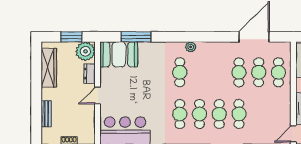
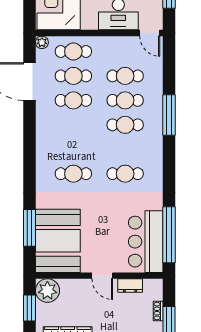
plant: (191, 47) -> (42, 42), moved
booth: (119, 54) -> (58, 241), width x1.36, depth x1.42
dresser: (90, 74) -> (130, 286), moved
cafe table: (200, 114) -> (125, 76), moved

